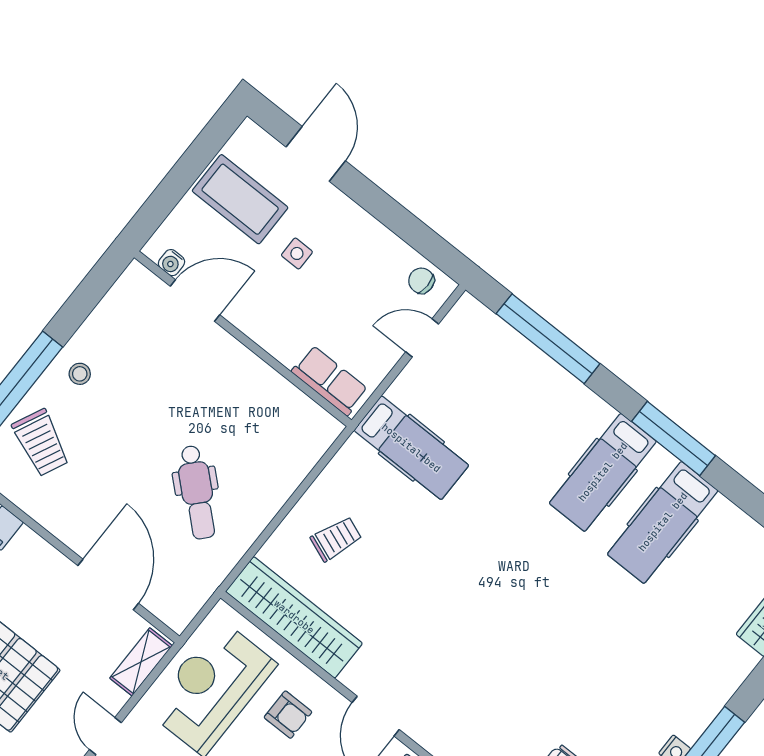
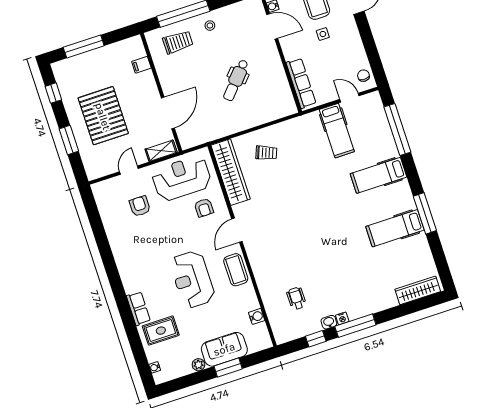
row of seats: (330, 381) -> (301, 83), width x1.48
window: (674, 438) -> (425, 213), moved
trolley: (41, 443) -> (178, 42), turned -115
hospital bed: (411, 448) -> (337, 131), moved
hospital bed: (603, 472) -> (378, 175), moved
dental chair: (197, 492) -> (236, 80), moved

